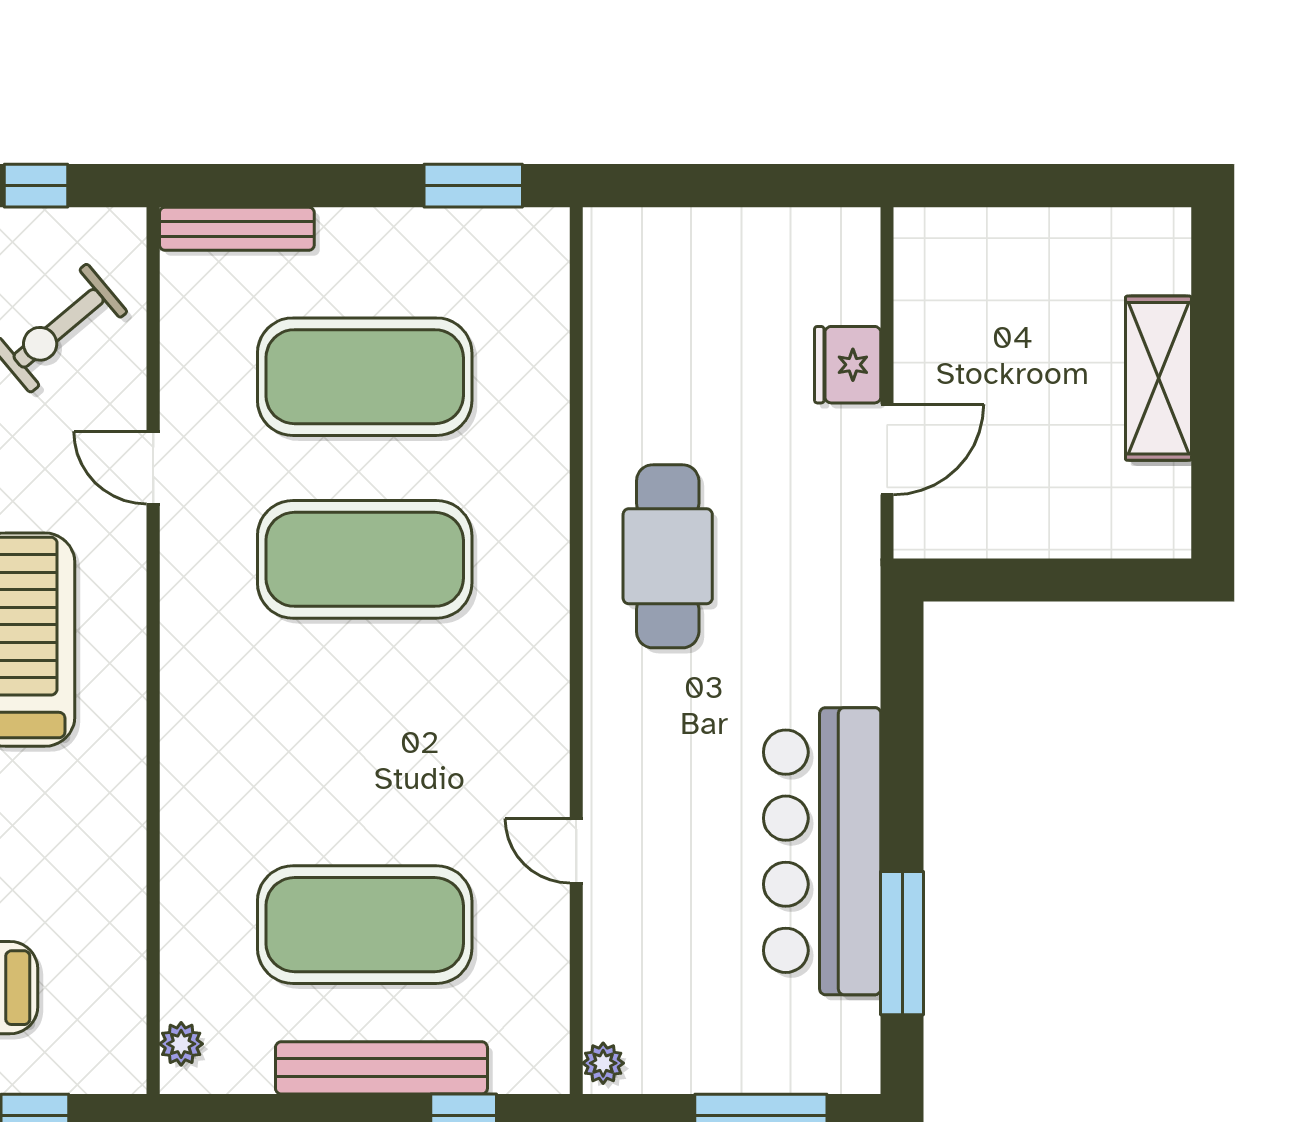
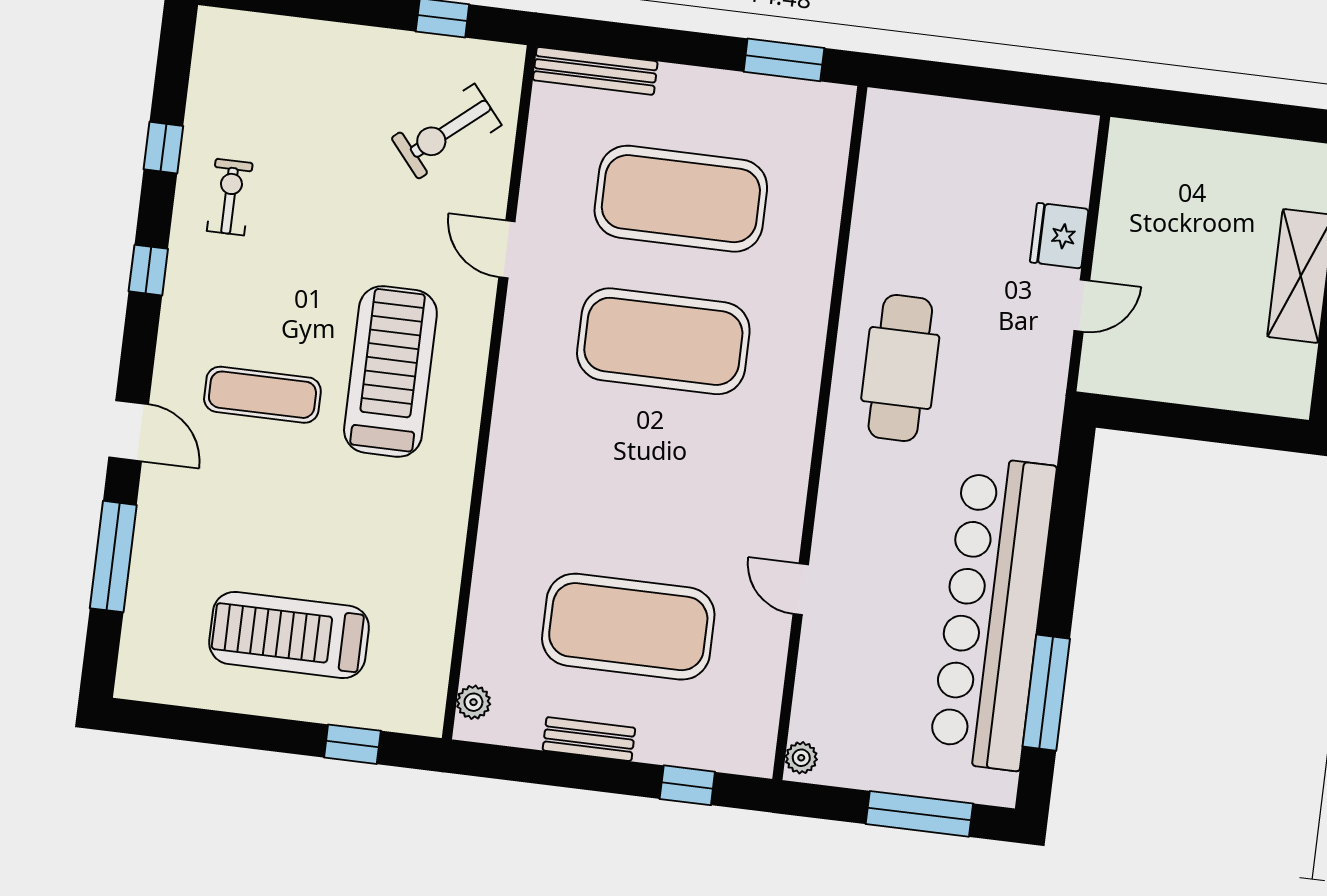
door: (887, 449) -> (1082, 306), width x0.73
bar counter: (822, 851) -> (993, 613), width x1.36
bench: (381, 1068) -> (589, 739), width x0.54, depth x0.82

